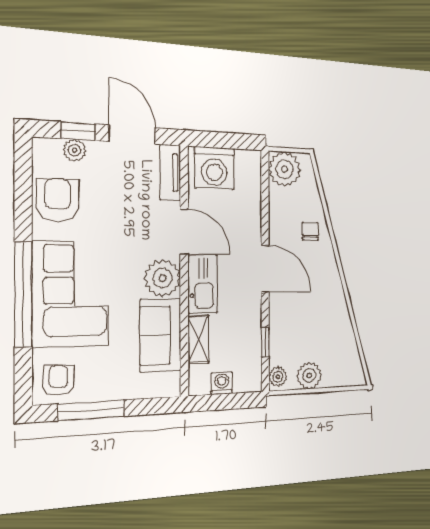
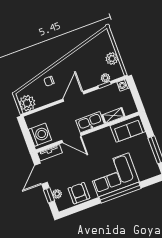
armchair: (58, 200) -> (79, 193), turned 90
door: (184, 232) -> (71, 138), swing flipped
plant: (162, 278) -> (94, 140), removed
sofa: (160, 335) -> (128, 129), moved
plant: (278, 377) -> (105, 78), moved
armchair: (58, 381) -> (149, 167), removed
washing machine: (222, 383) -> (123, 85), moved

